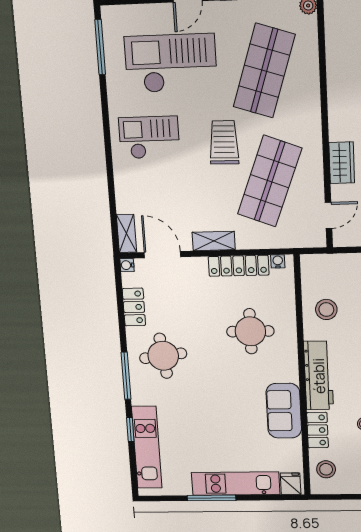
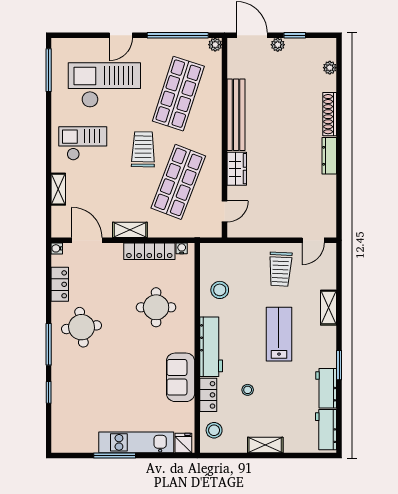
bench: (338, 95) -> (236, 115), added
shelving: (127, 234) -> (58, 189), moved
kitchen unit: (147, 447) -> (62, 409), removed

